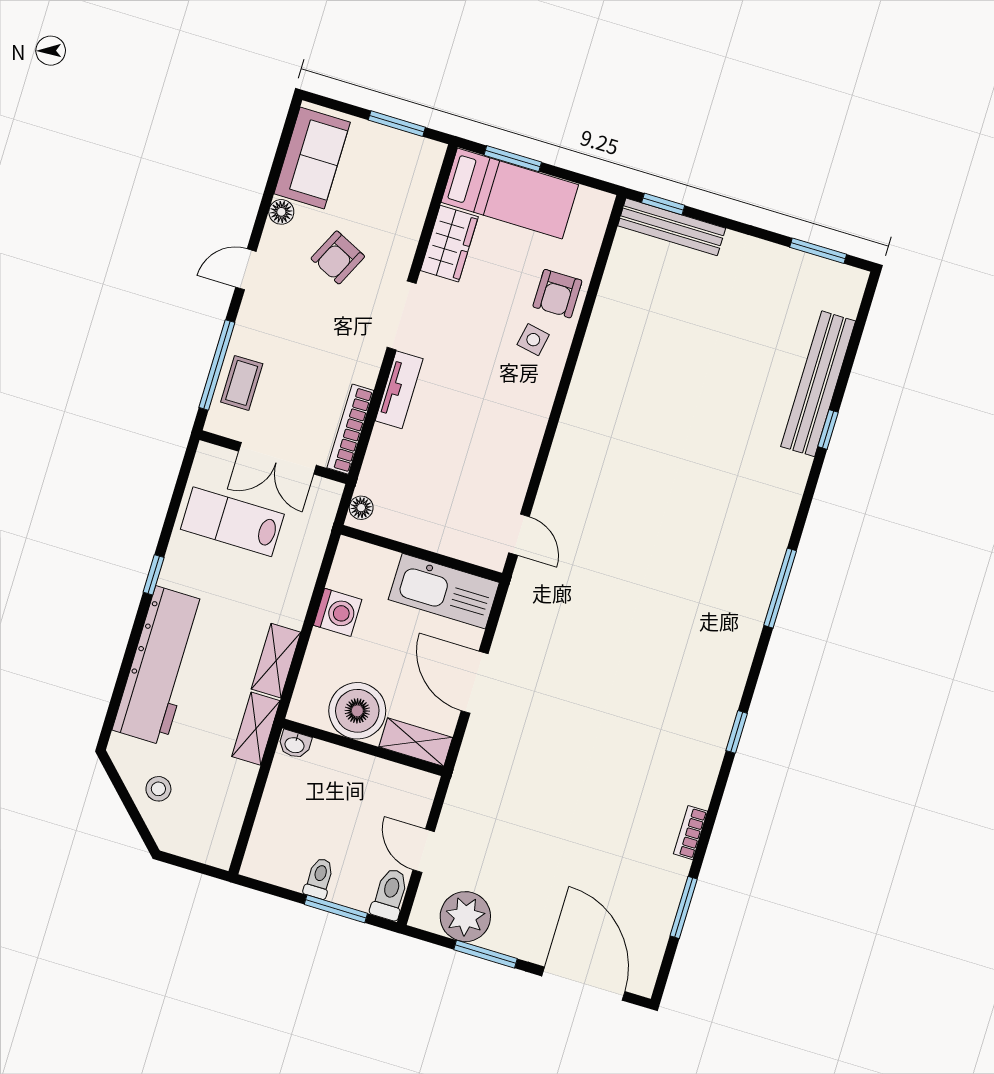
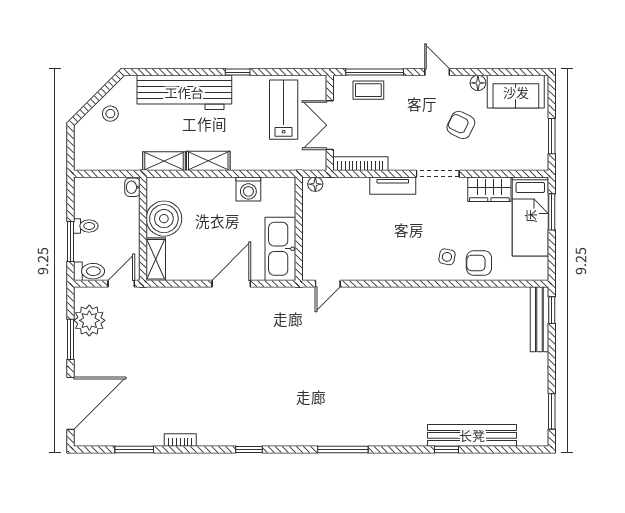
boiler: (357, 711) -> (164, 219), moved
shelving: (416, 742) -> (156, 259), moved
washbasin: (295, 744) -> (132, 187), moved
wall: (363, 747) -> (143, 229), moved

